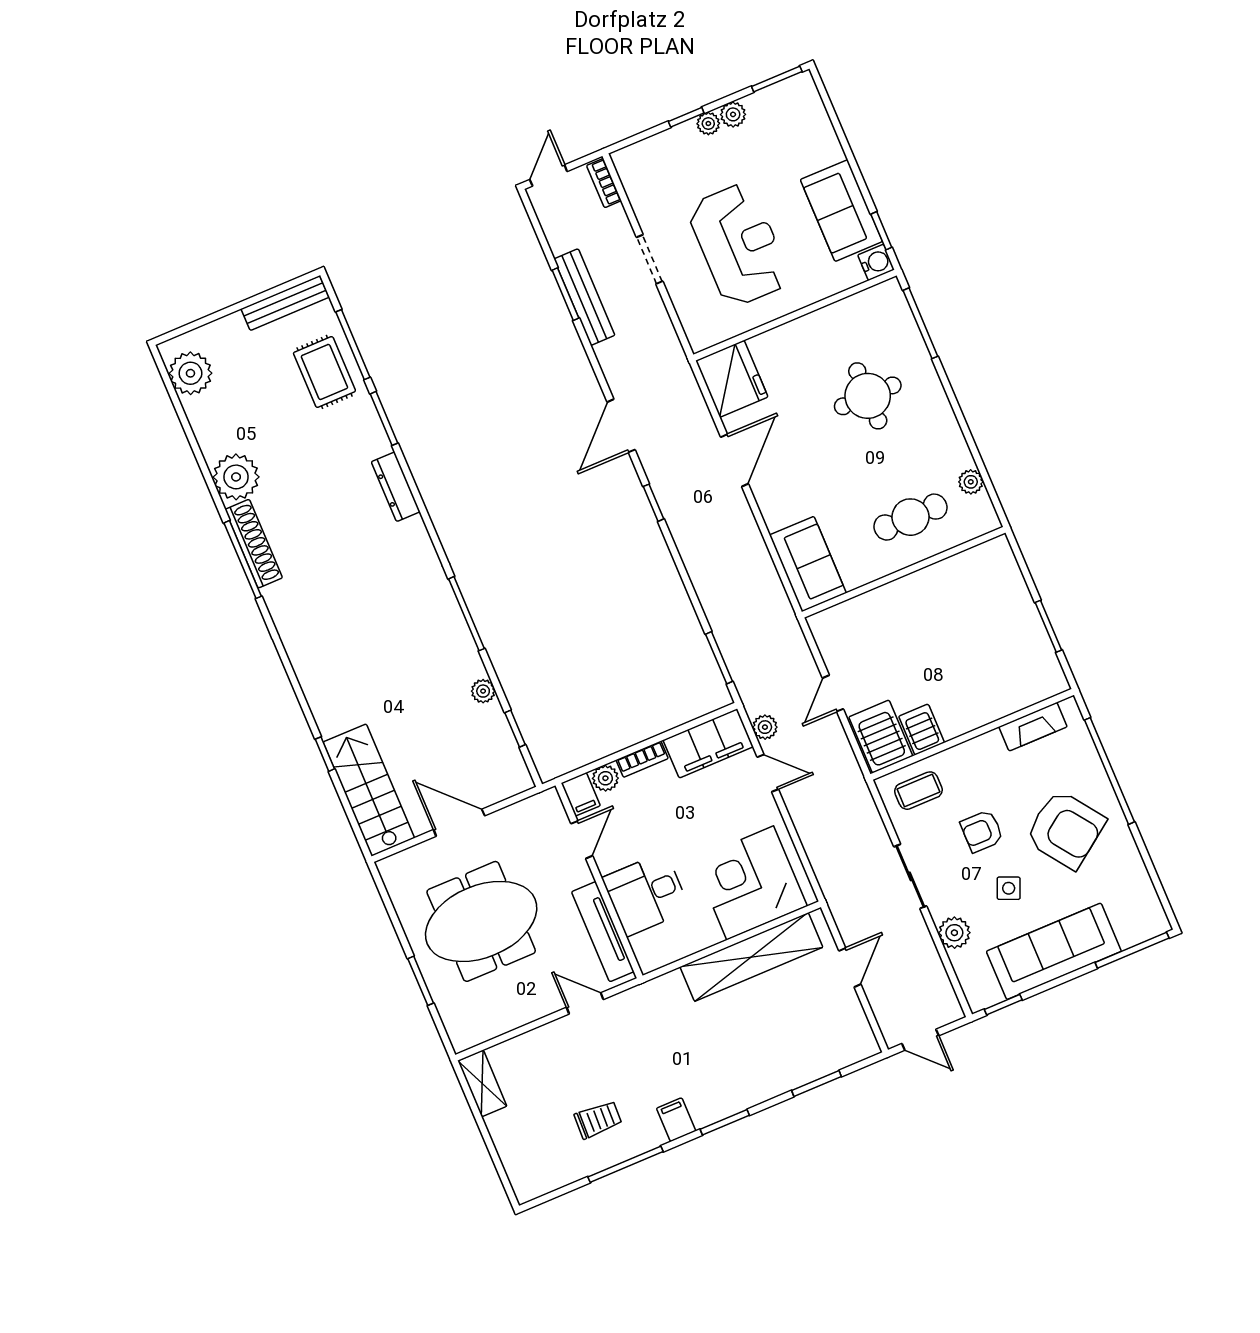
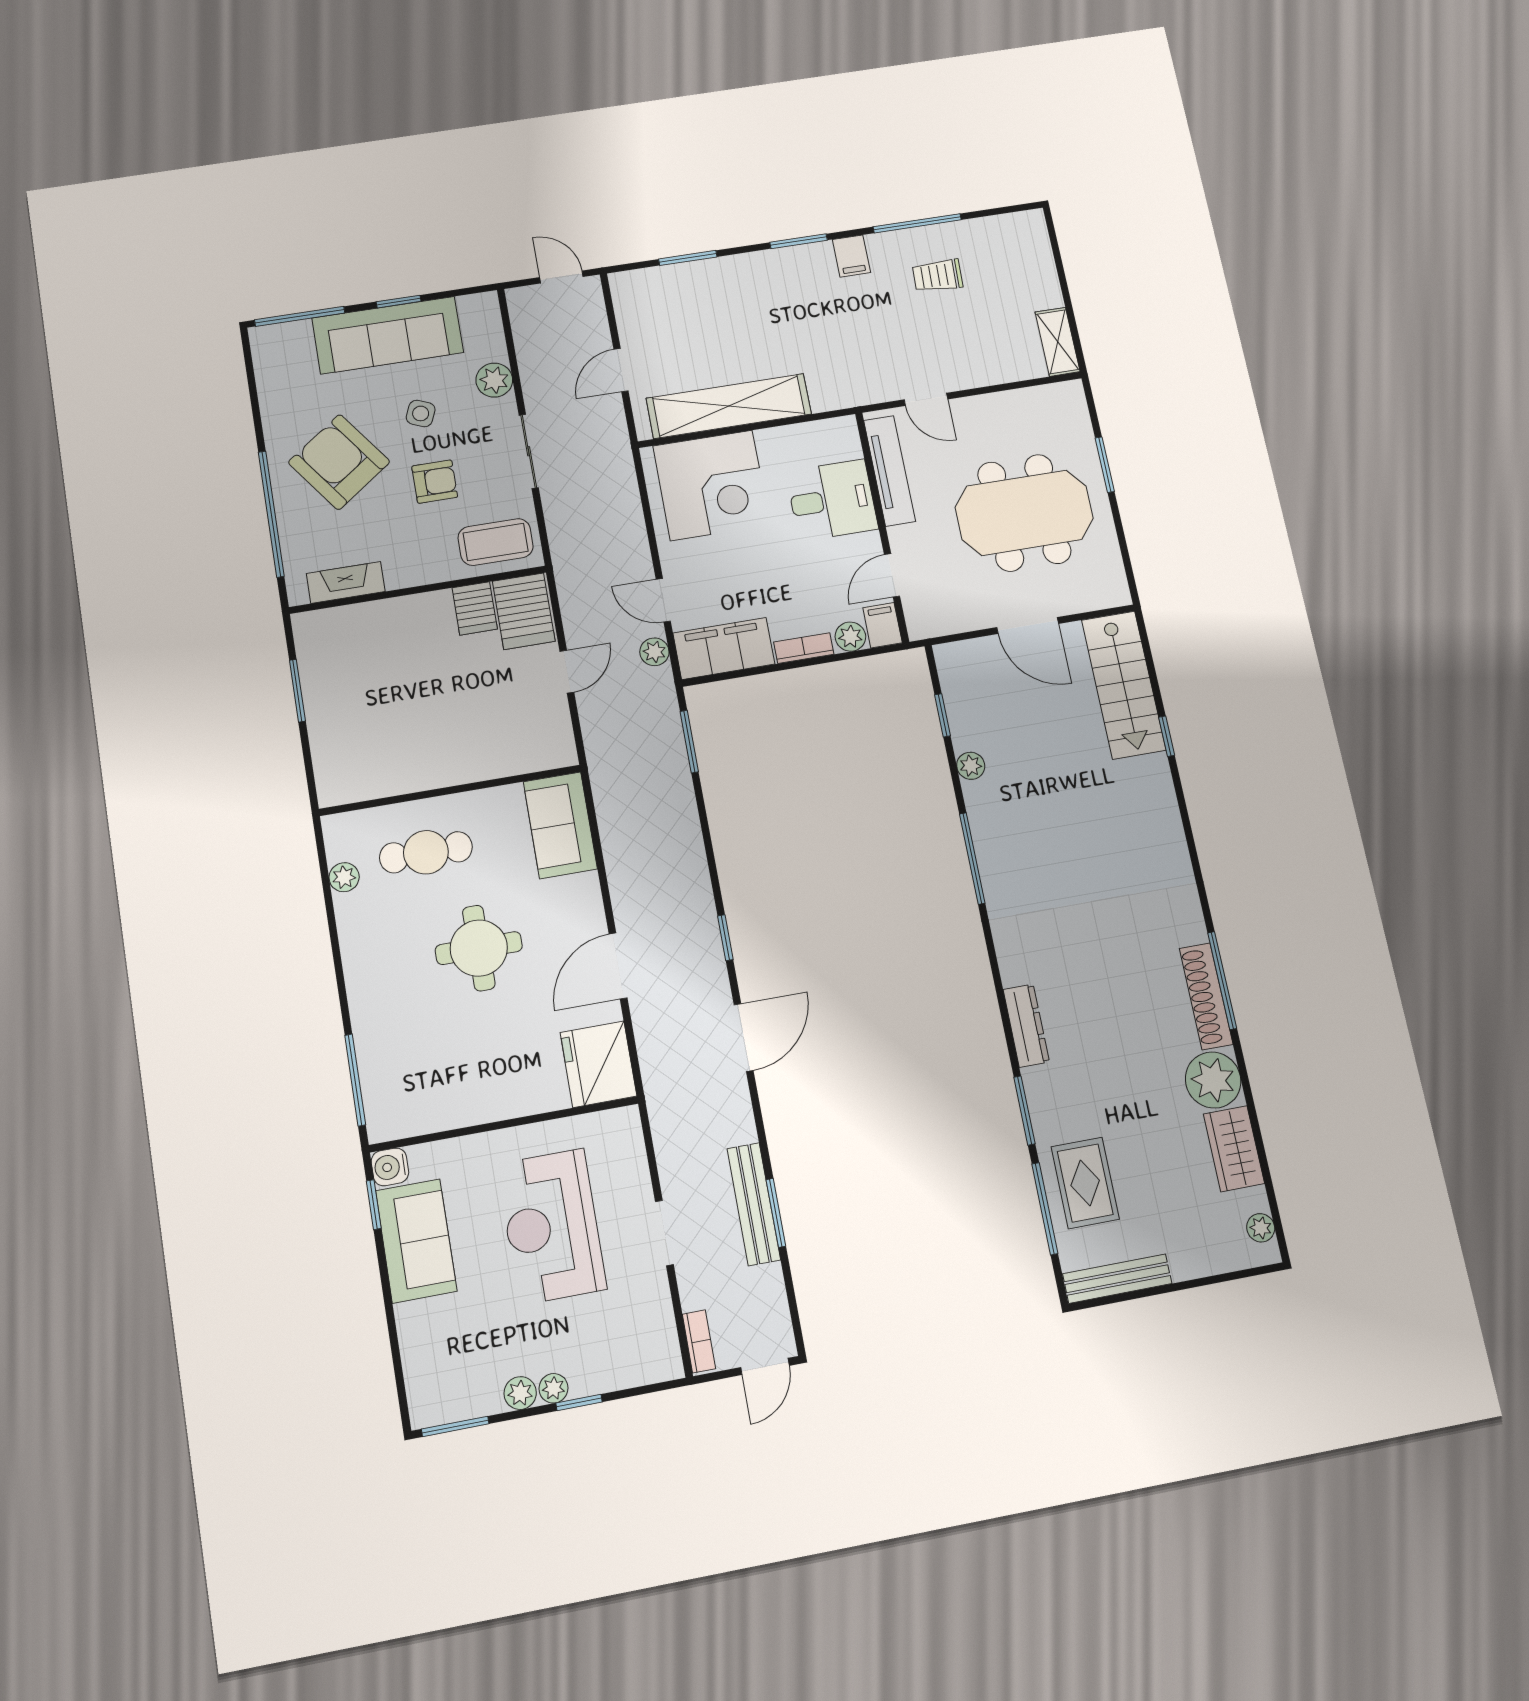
plant: (190, 373) -> (1261, 1228), width x0.53, depth x0.53
round table: (868, 396) -> (479, 948), moved
wardrobe: (210, 426) -> (1234, 1149), added
coffee table: (918, 791) -> (496, 542), width x1.36, depth x1.30
window: (1003, 1005) -> (399, 302), moved

